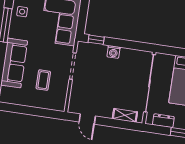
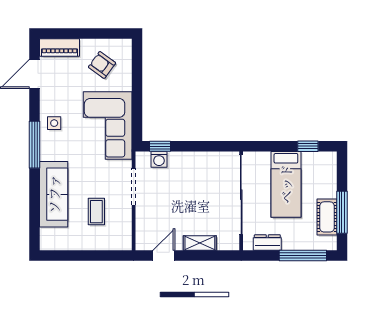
washing machine: (113, 52) -> (159, 159), moved
shelving: (125, 115) -> (200, 243), moved
door: (87, 119) -> (164, 256), swing flipped

